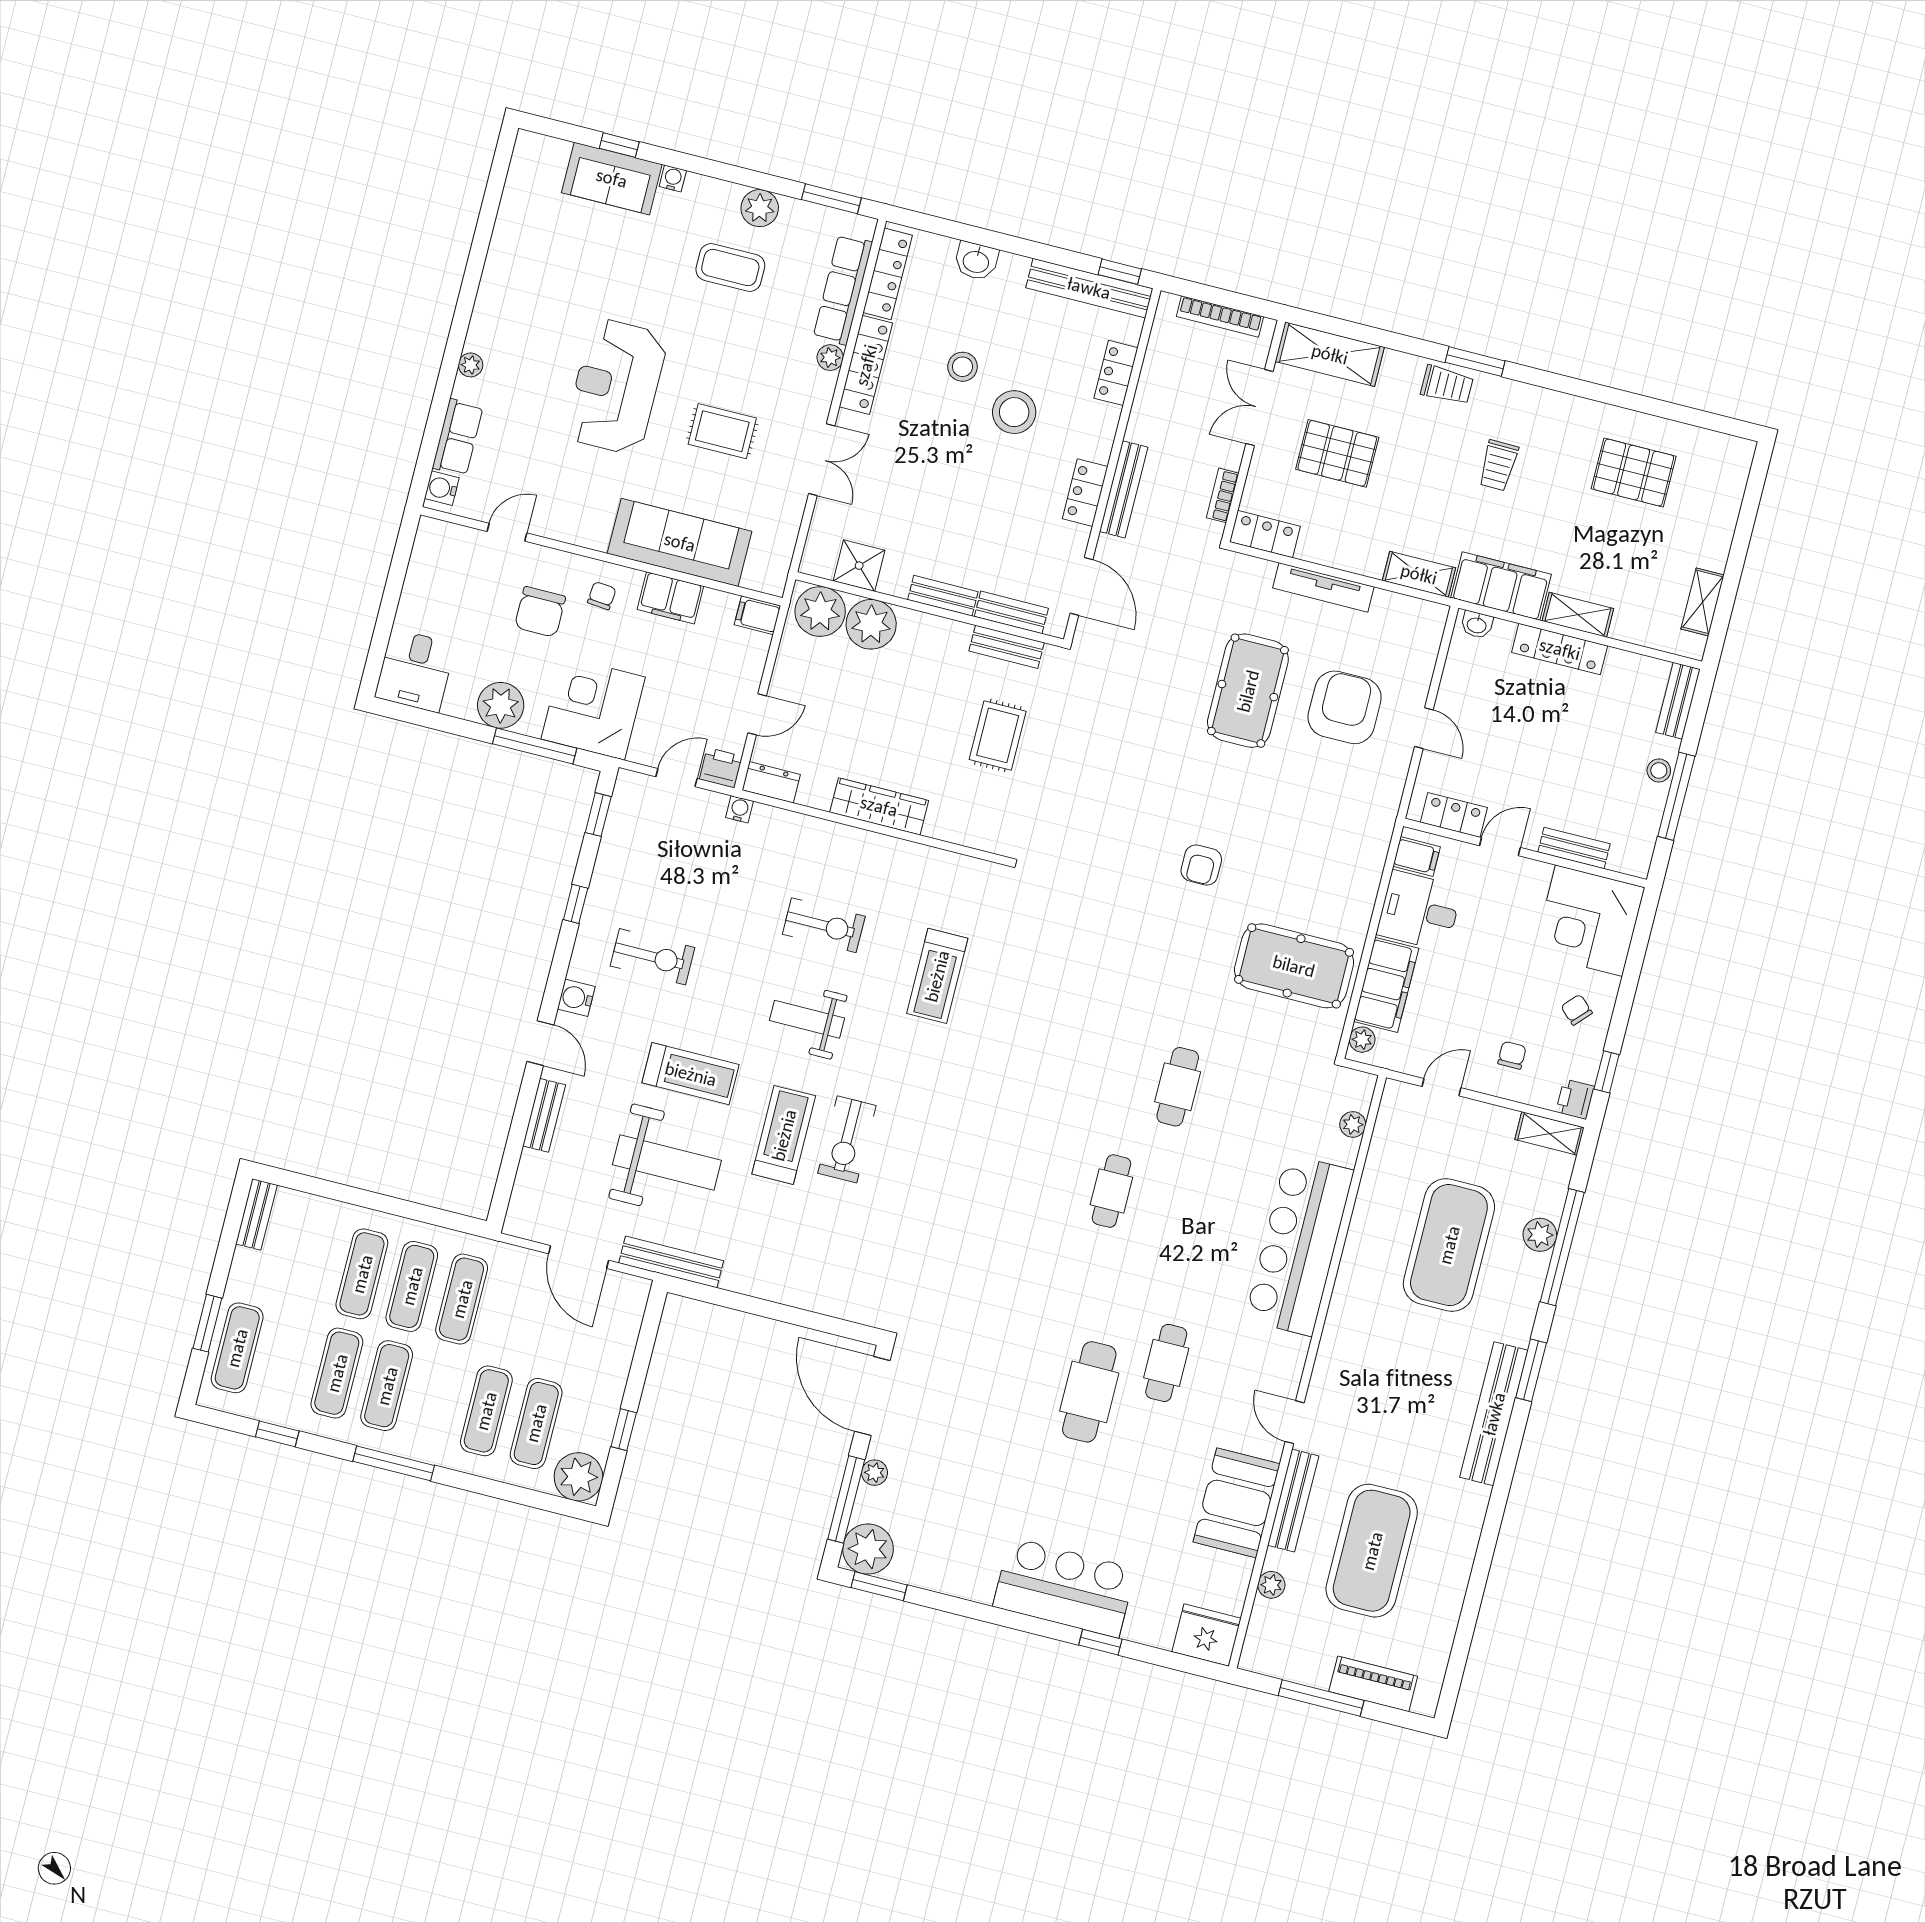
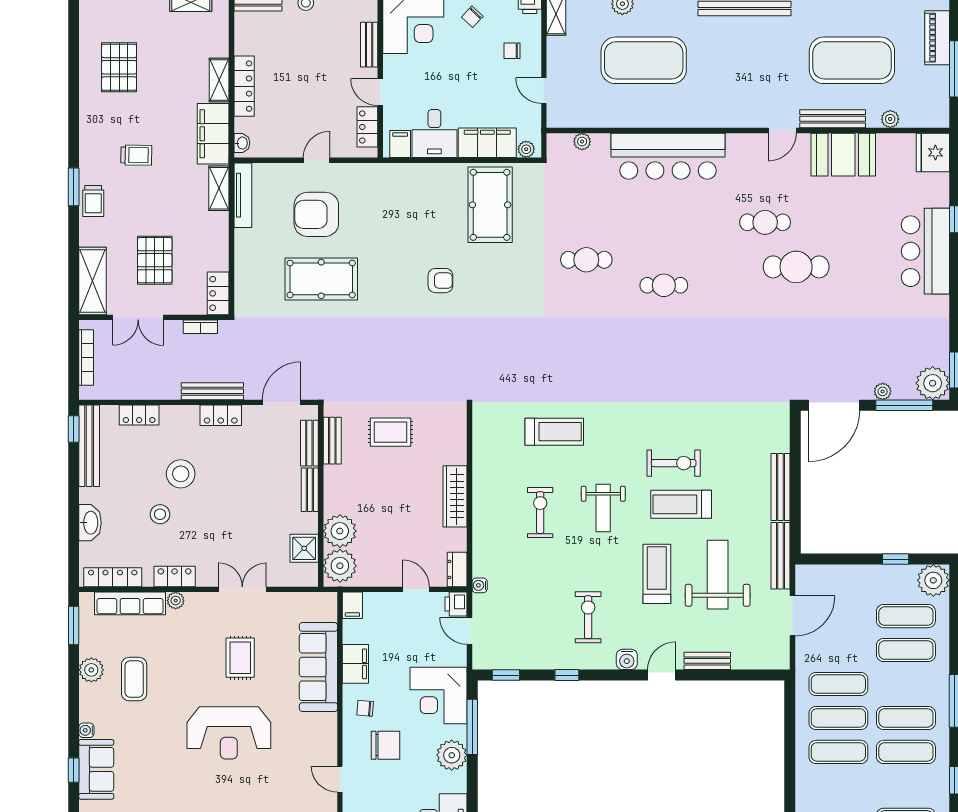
washbasin: (976, 261) -> (90, 523), width x1.38
locker: (866, 365) -> (175, 577), width x0.66
trolley: (1447, 385) -> (93, 201), turned 180
tv unit: (1323, 587) -> (243, 195), moved
bench: (772, 1287) -> (781, 487), added

